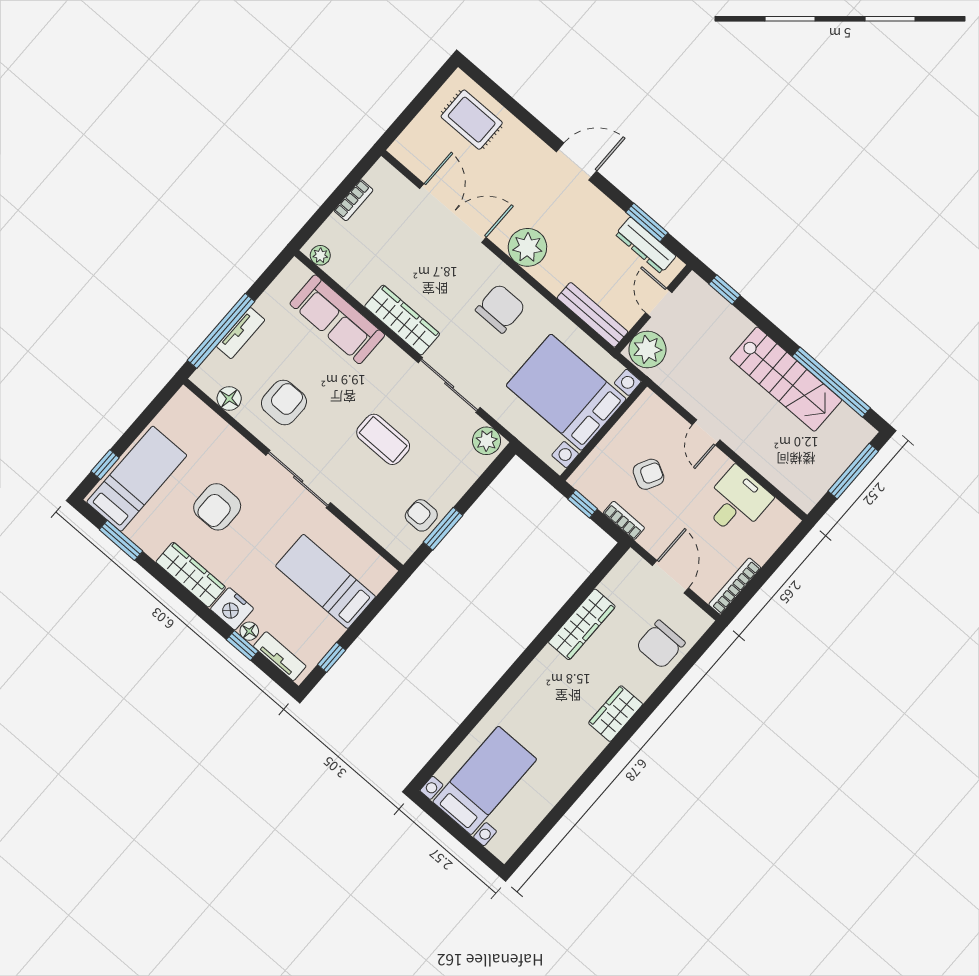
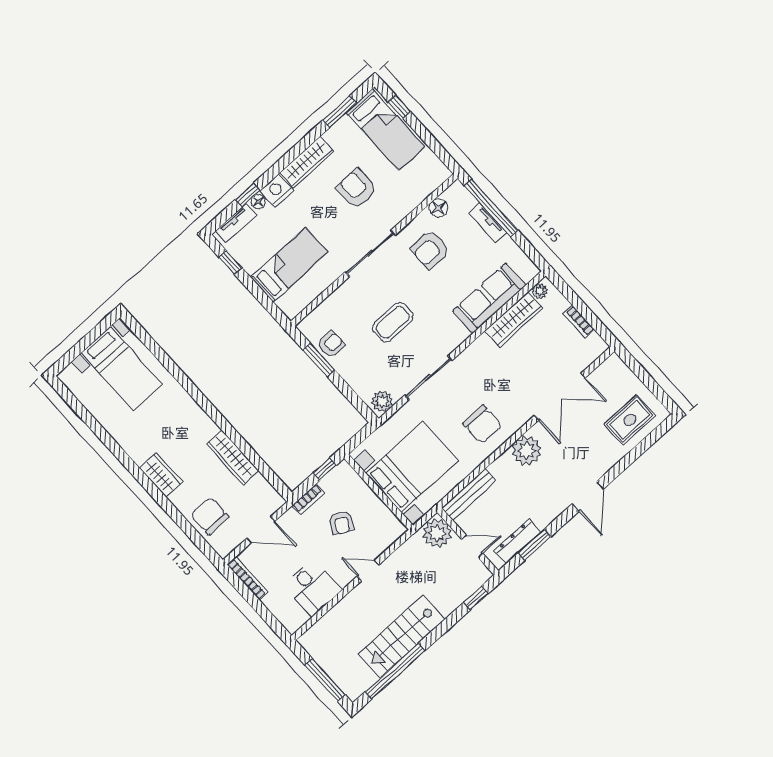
wardrobe: (402, 320) -> (514, 320), moved
armchair: (284, 402) -> (430, 250), turned 90

